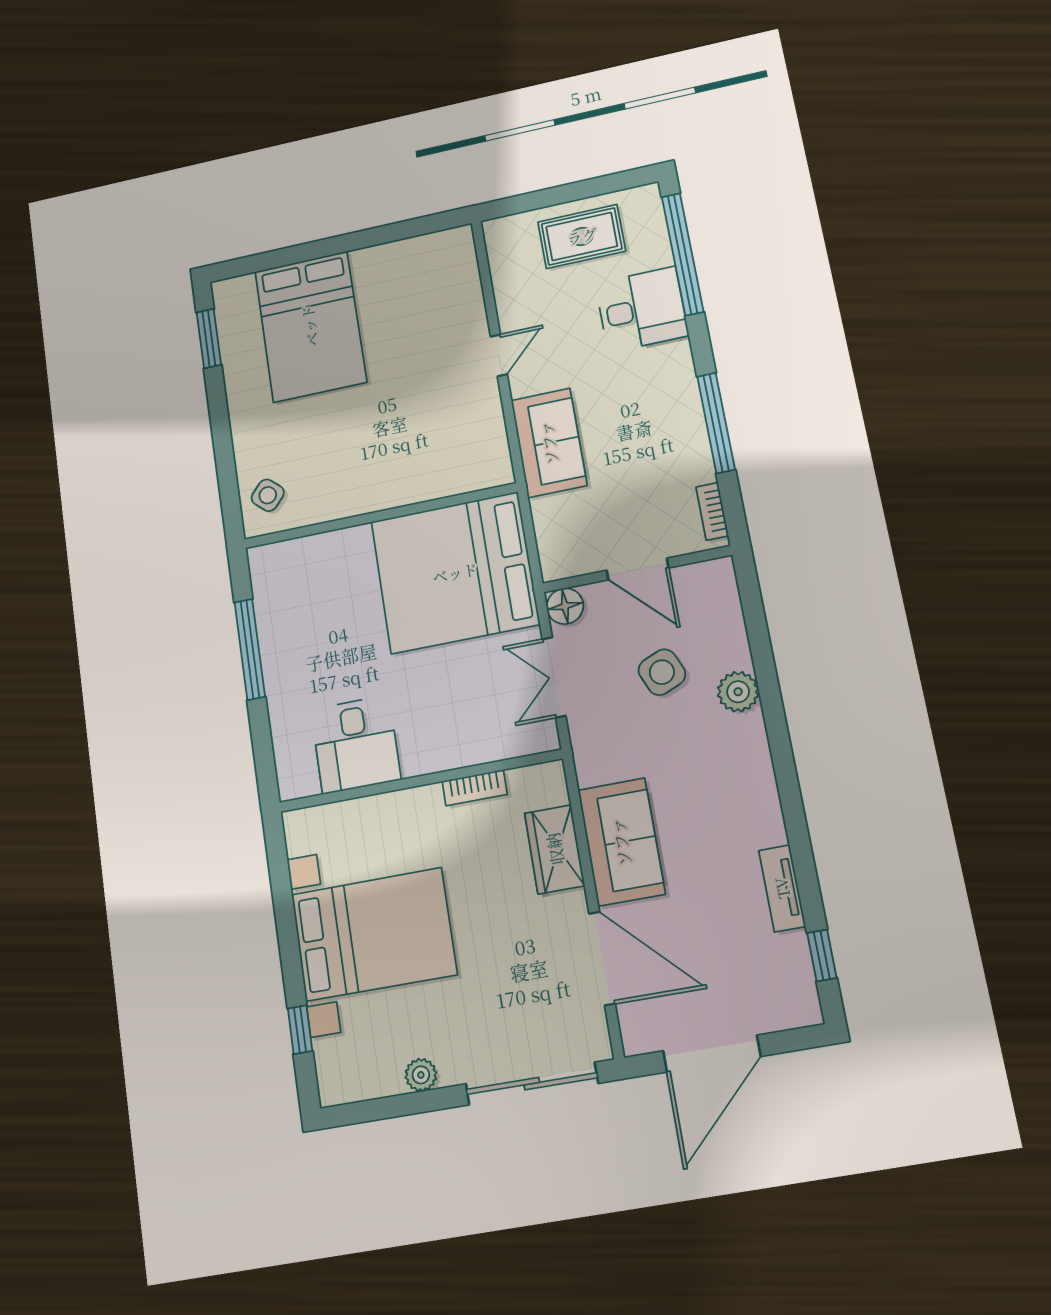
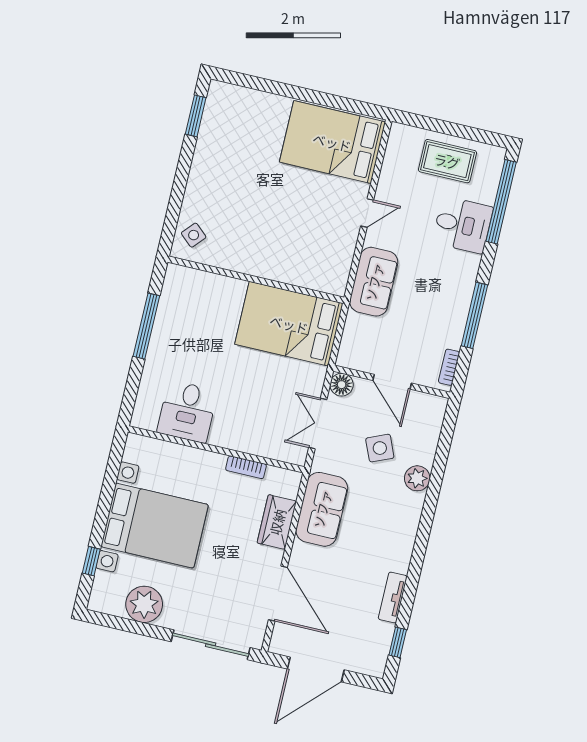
bed: (310, 326) -> (332, 142), moved, turned 90
bed: (455, 573) -> (289, 324), width x0.73
sofa: (621, 842) -> (322, 509), moved
plant: (421, 1075) -> (144, 604), width x1.87, depth x1.87

